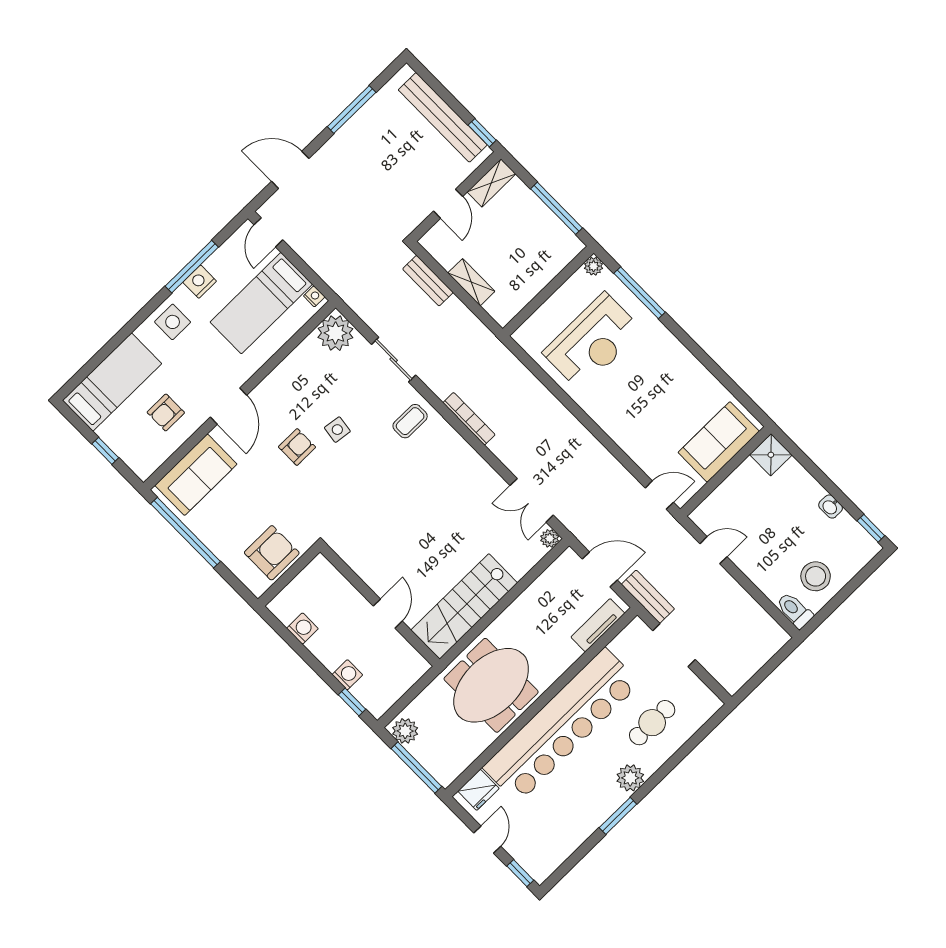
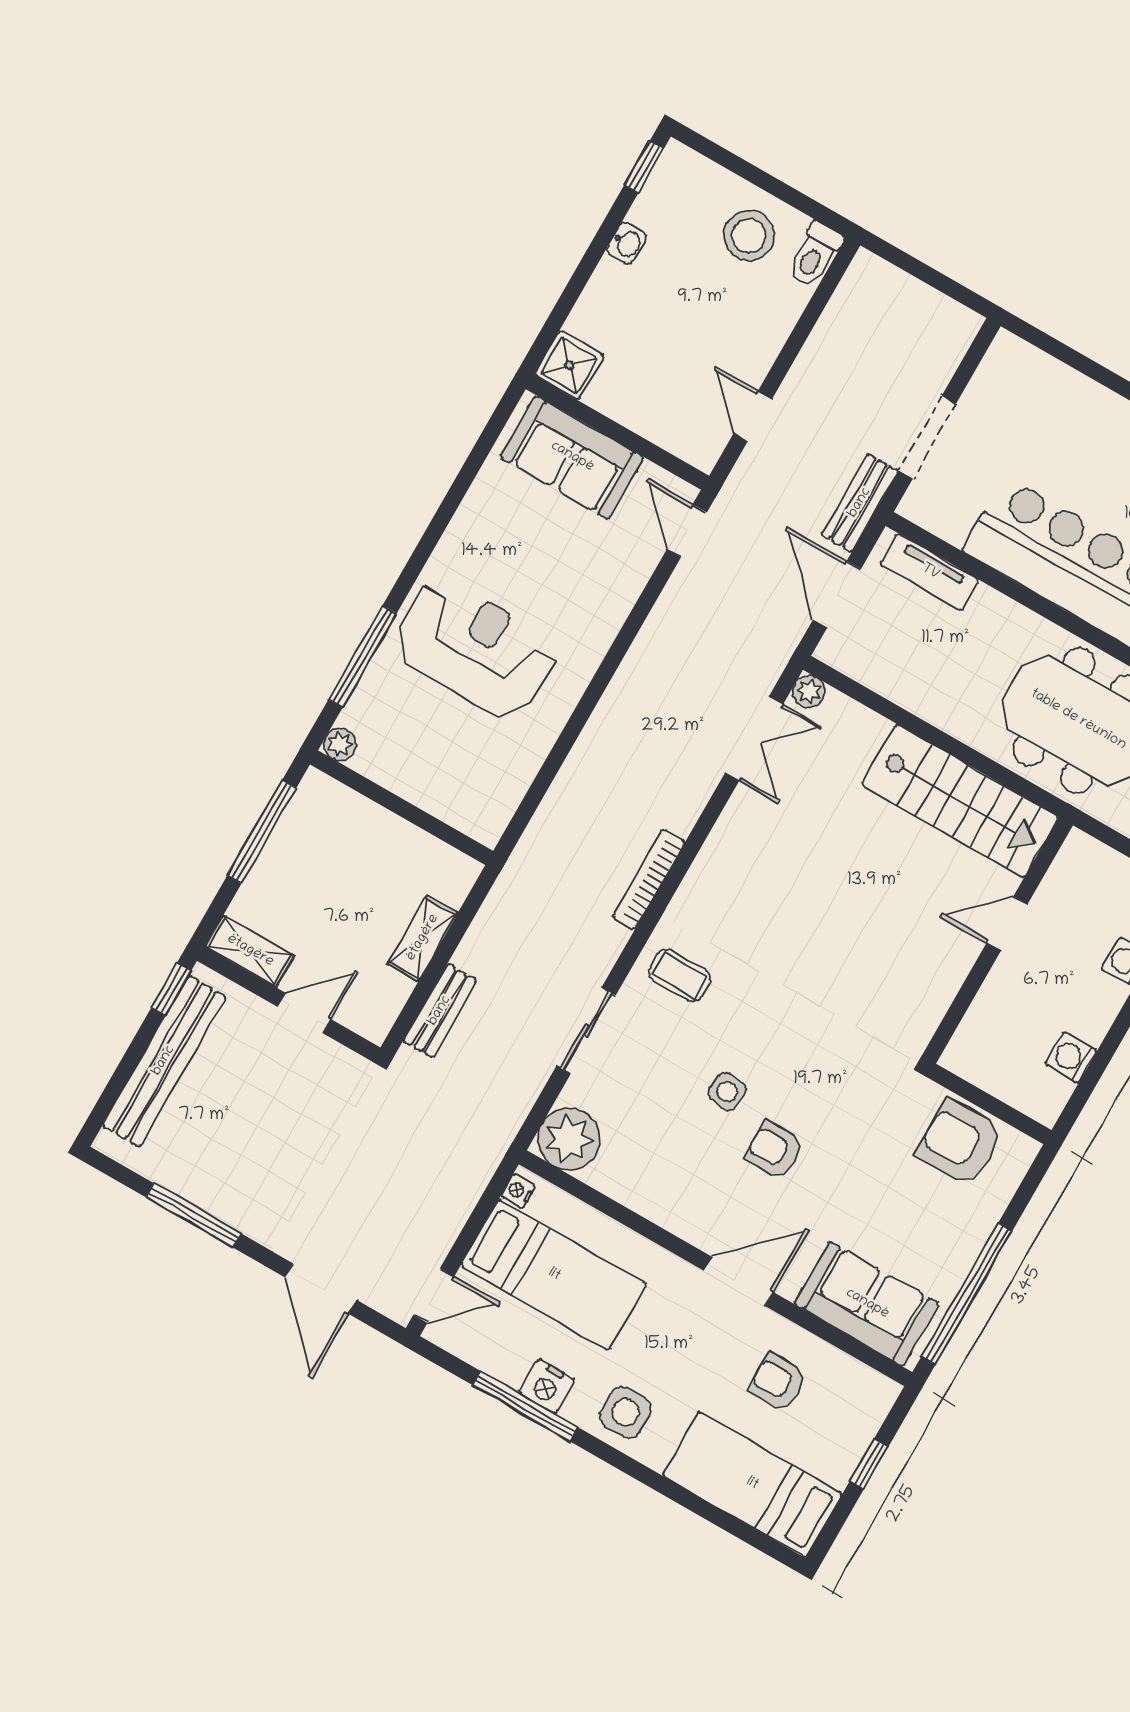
reception desk: (593, 342) -> (475, 649), moved
armchair: (166, 412) -> (778, 1382), turned 180
cafe table: (652, 723) -> (1065, 438), removed

